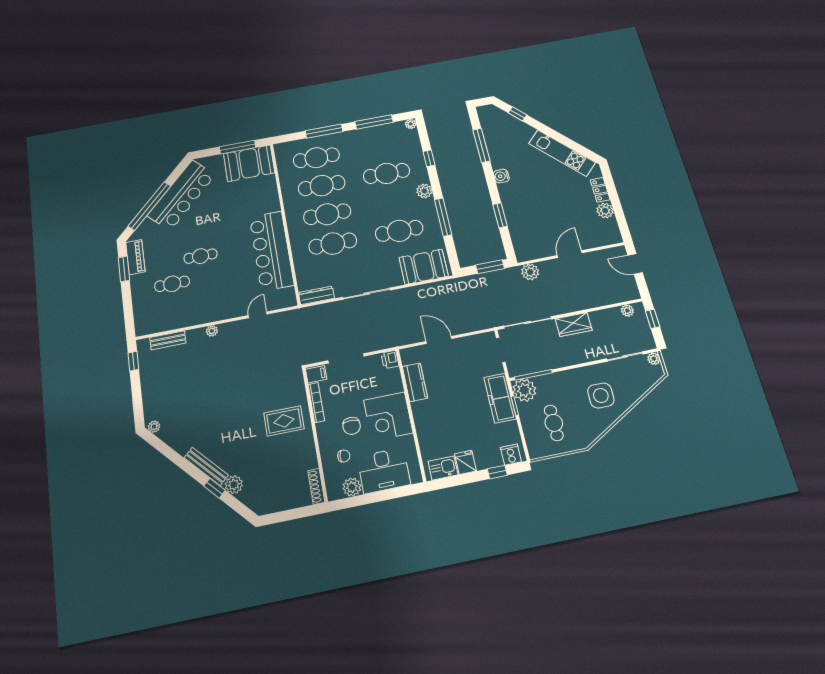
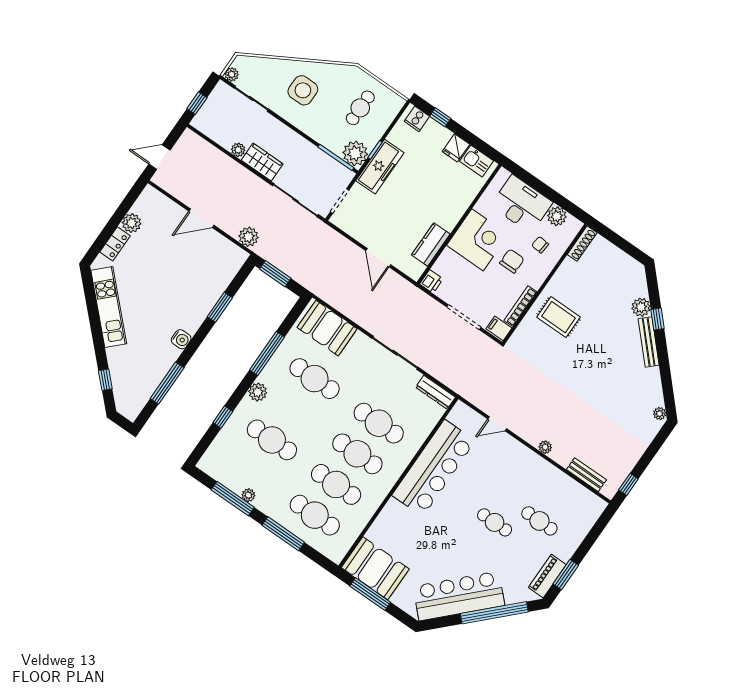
plant: (411, 124) -> (248, 495), moved
door: (635, 264) -> (159, 157), swing flipped
plant: (627, 311) -> (238, 150), moved

